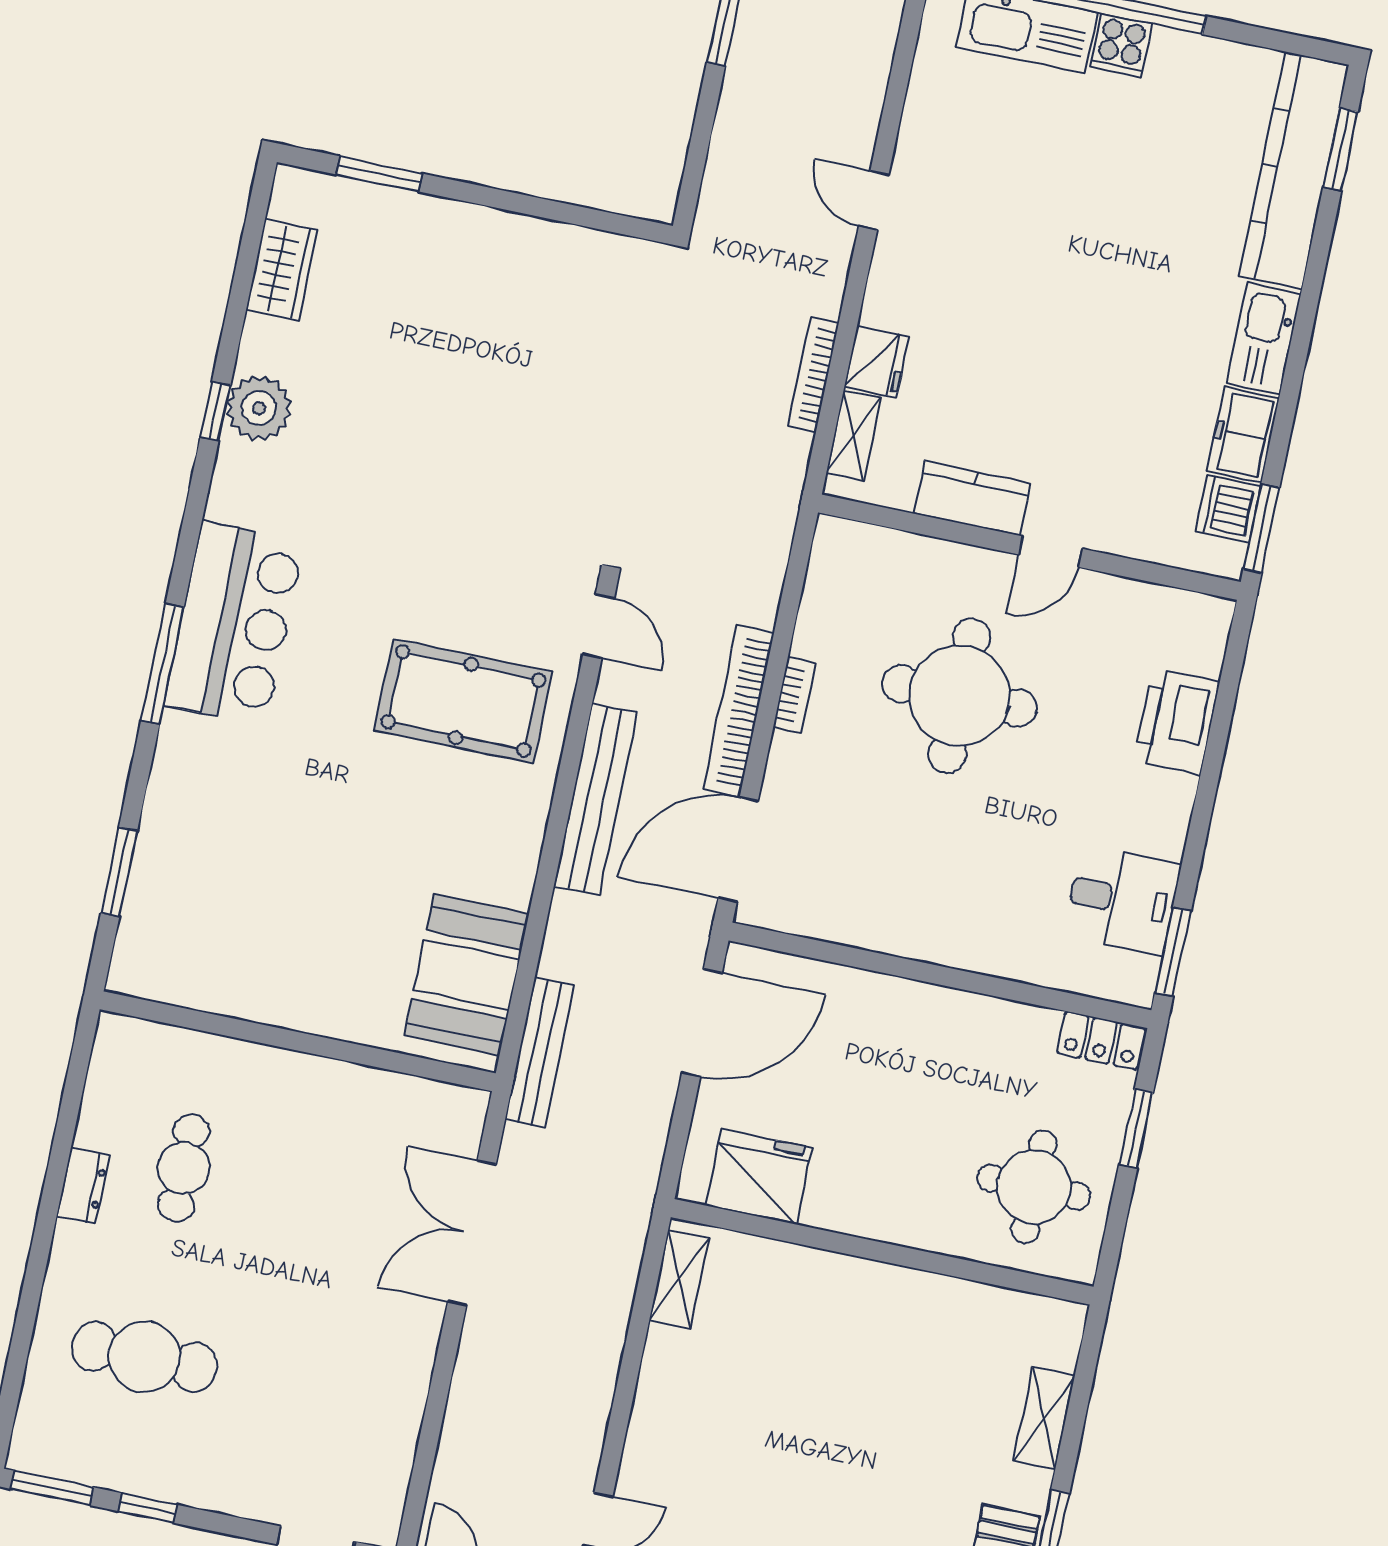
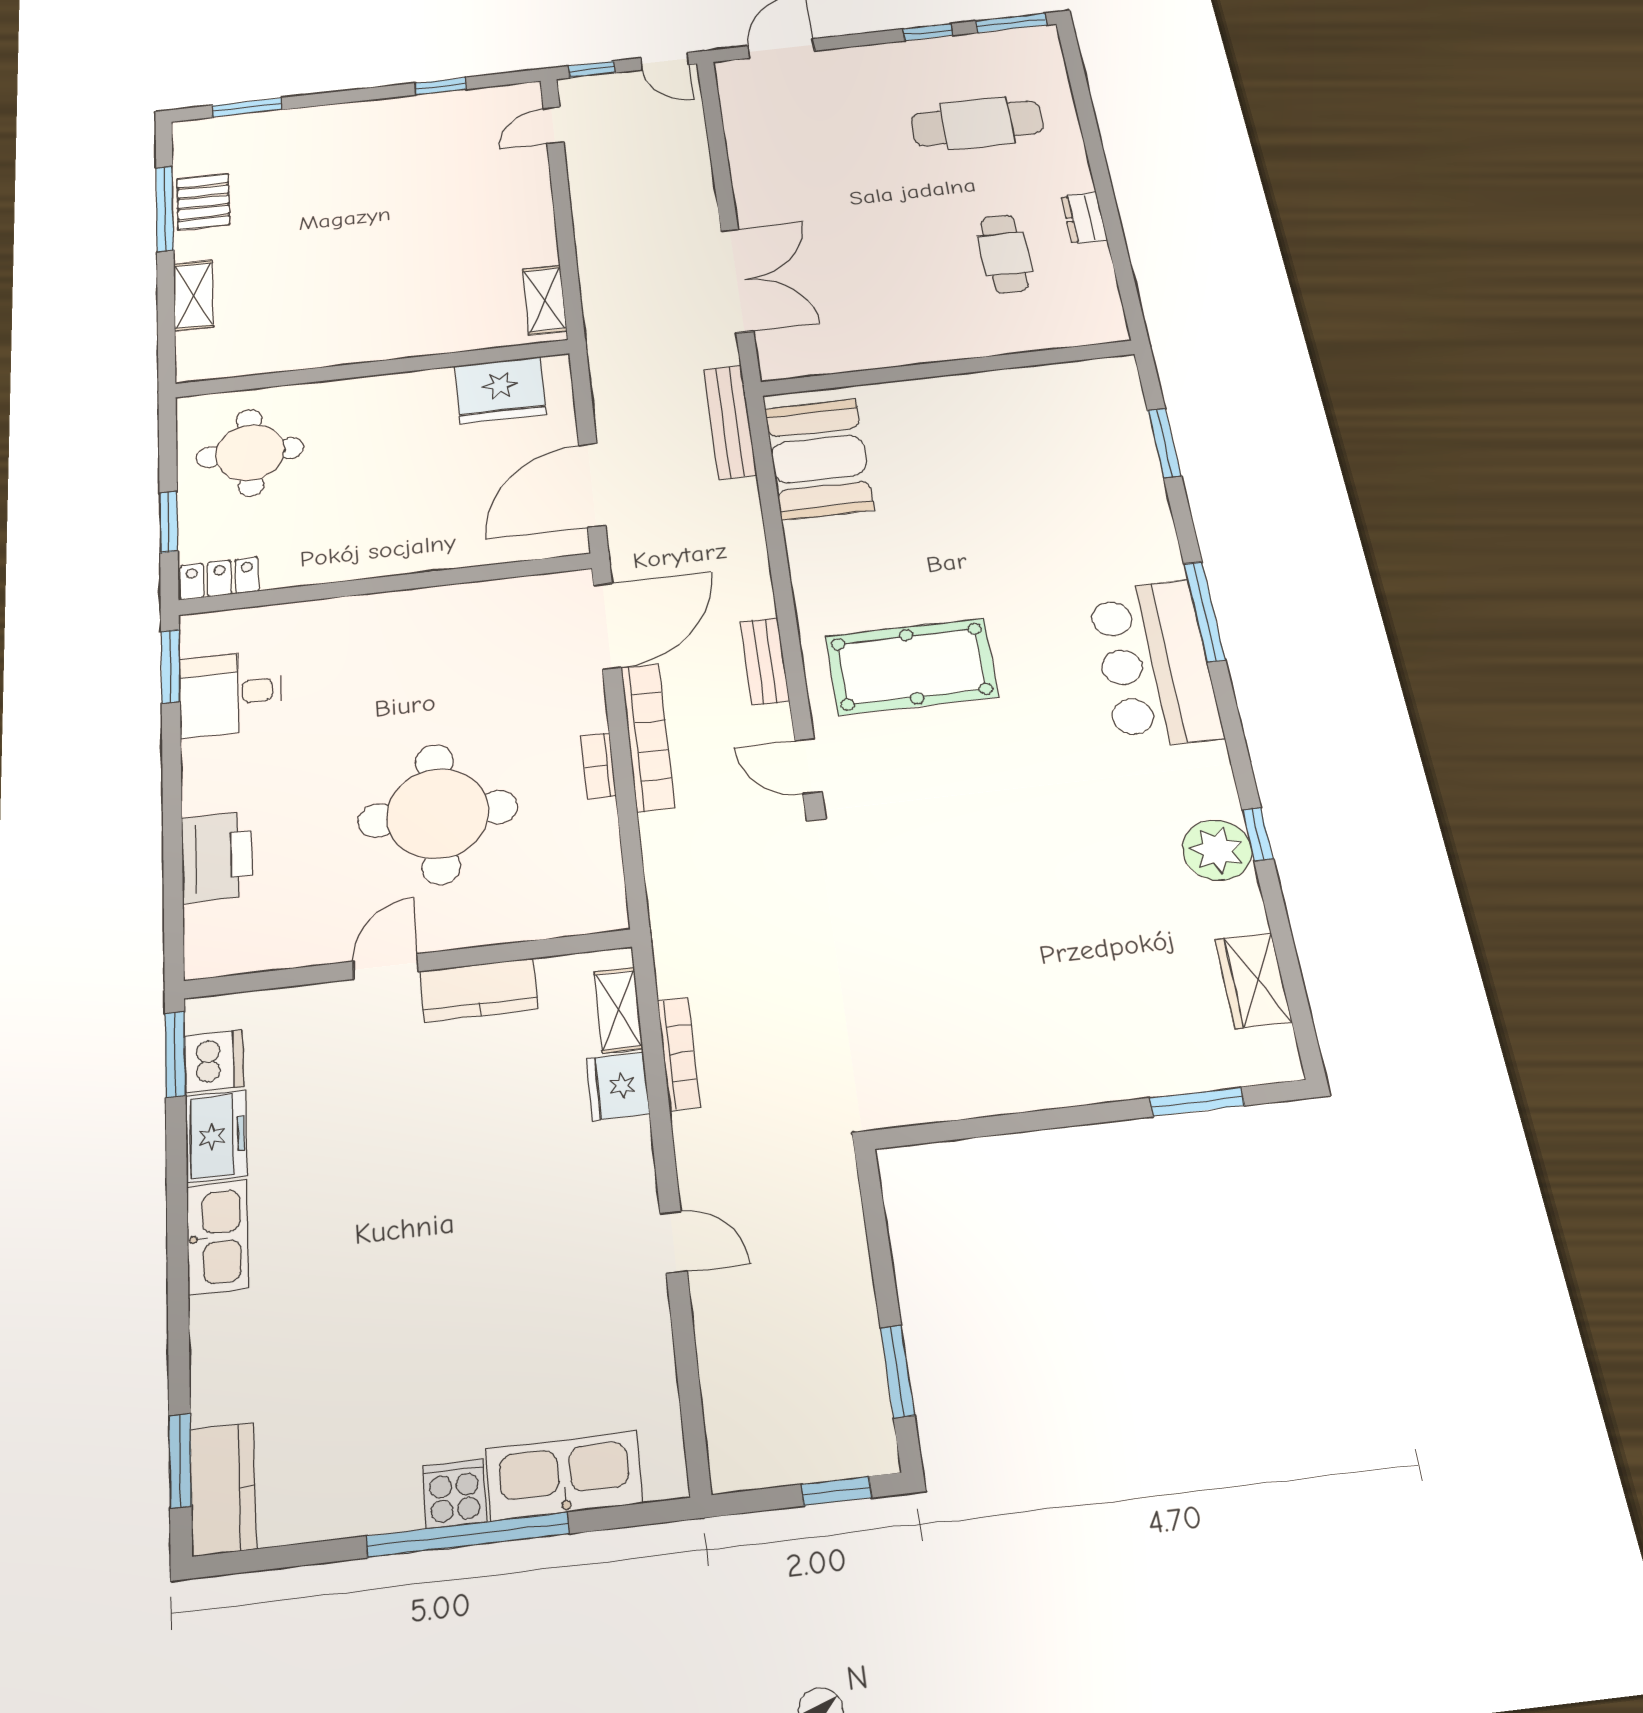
kitchen counter: (1294, 171) -> (223, 1489), width x0.48, depth x0.86
bench: (595, 799) -> (765, 661), width x0.54, depth x0.82

